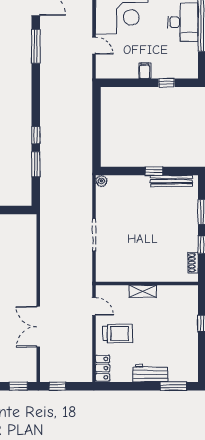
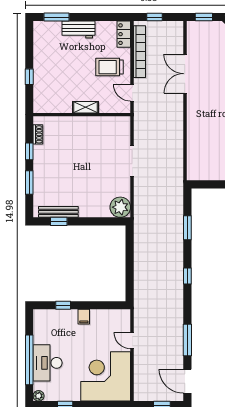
window: (36, 135) -> (187, 276), moved
window: (154, 171) -> (59, 221), moved
plant: (101, 181) -> (120, 207), width x1.88, depth x1.88
double door: (38, 327) -> (185, 74), swing flipped
bookcase: (86, 350) -> (140, 52), added
window: (58, 386) -> (155, 17), moved

